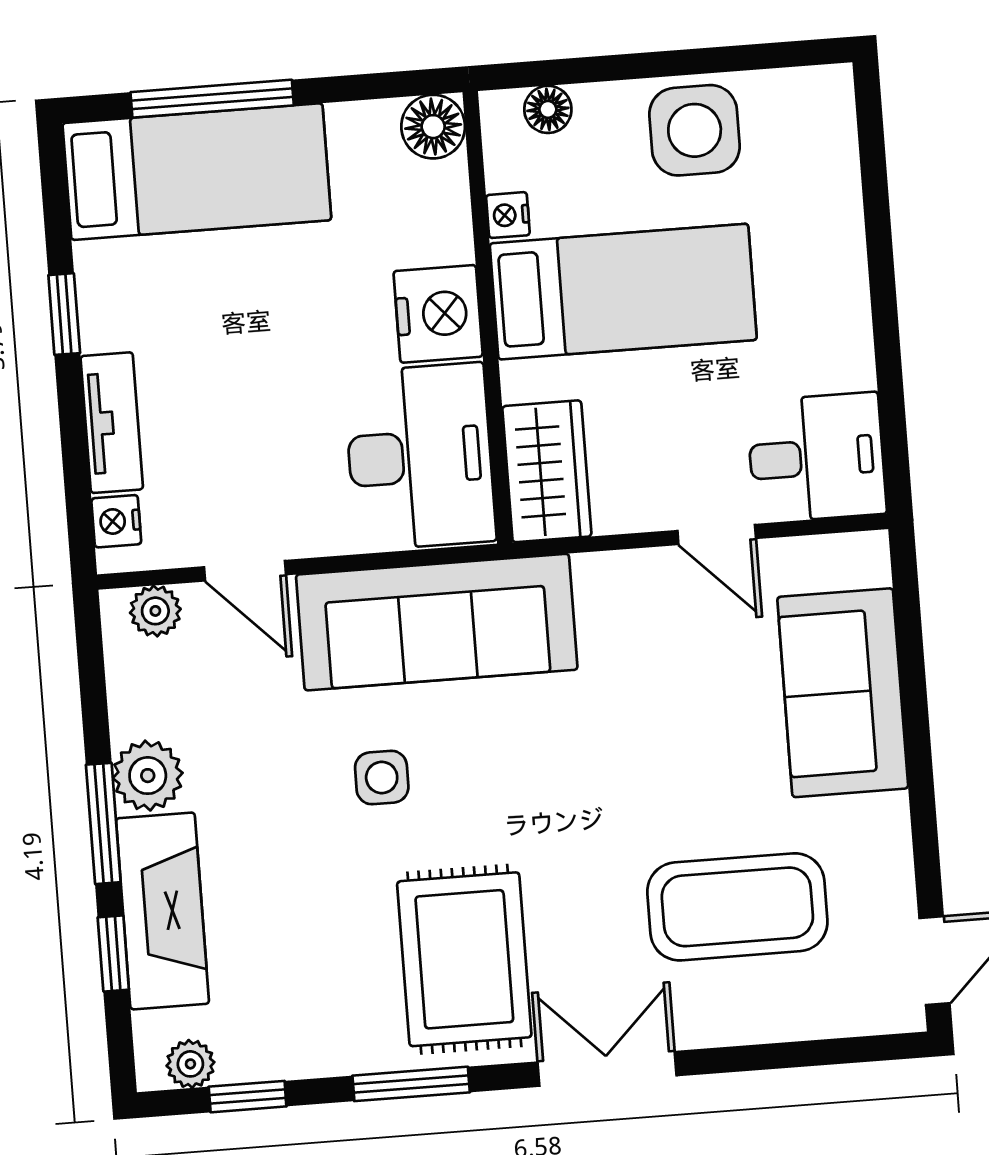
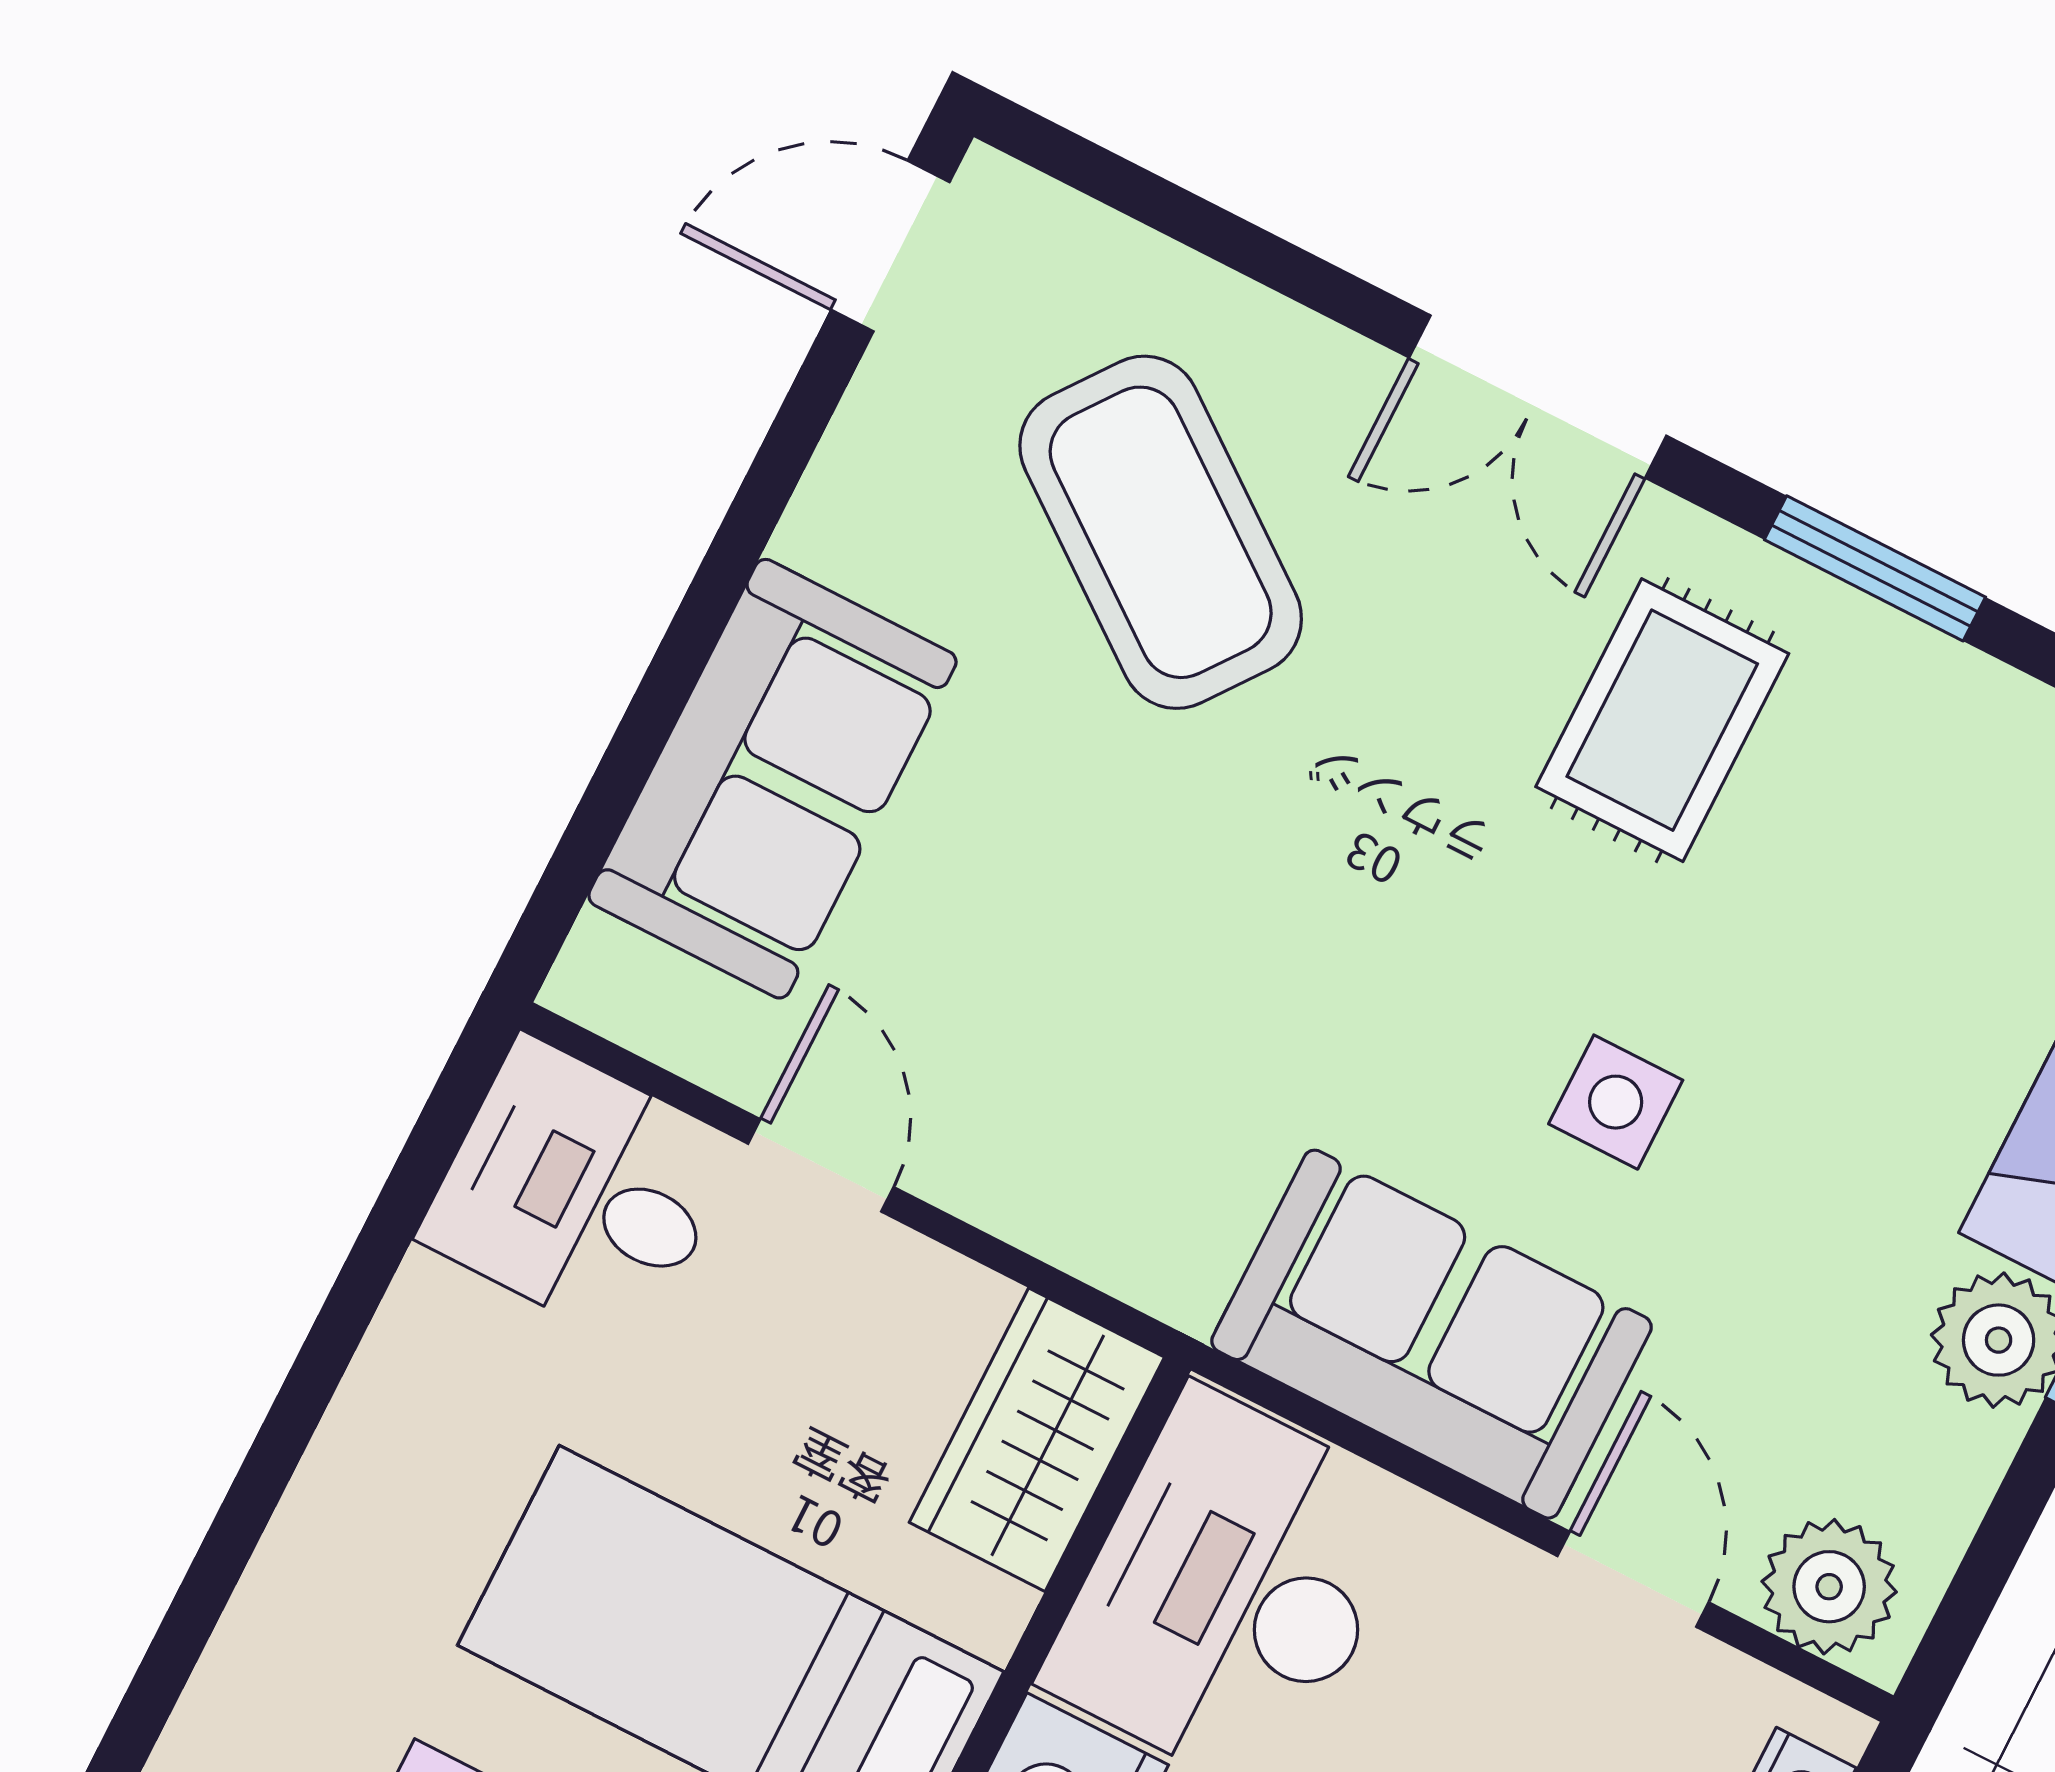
plant: (155, 611) -> (1829, 1587), width x1.38, depth x1.38
sofa: (437, 622) -> (1431, 1334), width x0.73
coffee table: (737, 907) -> (1161, 532), turned 37
rug: (464, 959) -> (1662, 720), width x0.73, depth x0.70

